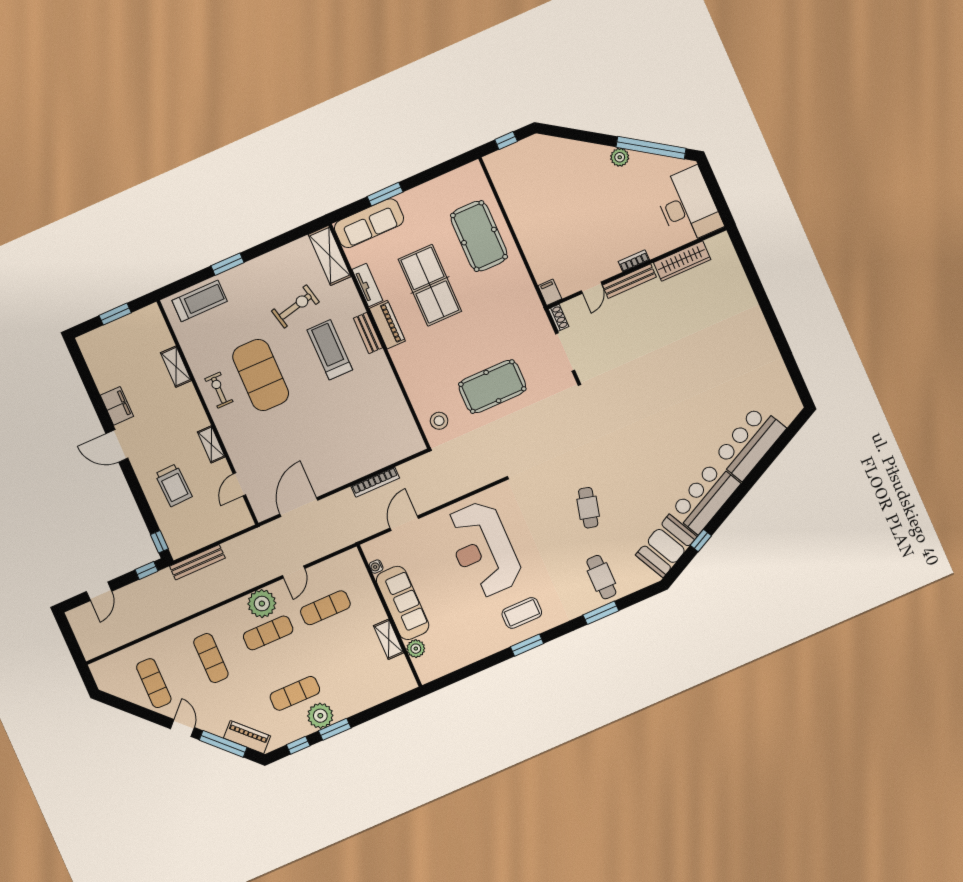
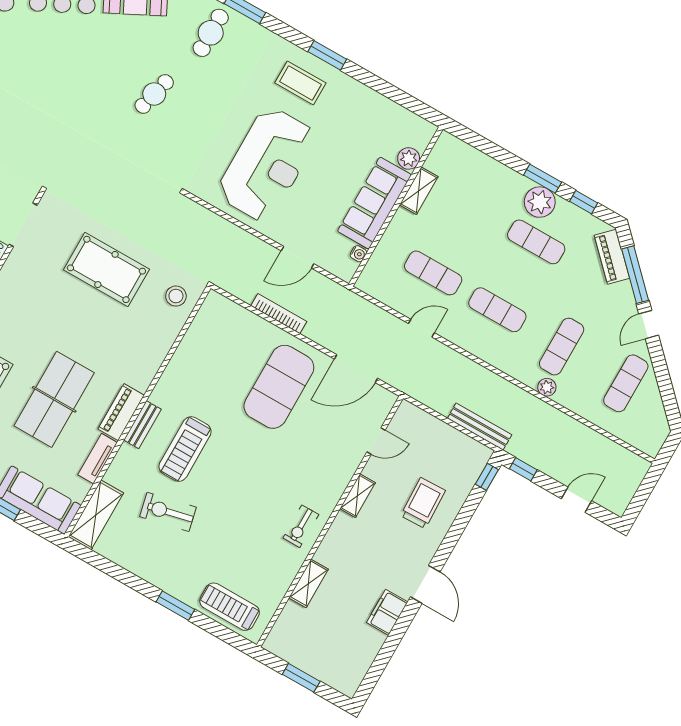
exercise mat: (261, 375) -> (279, 387), moved
plant: (262, 604) -> (547, 387), moved, width x0.53, depth x0.53

